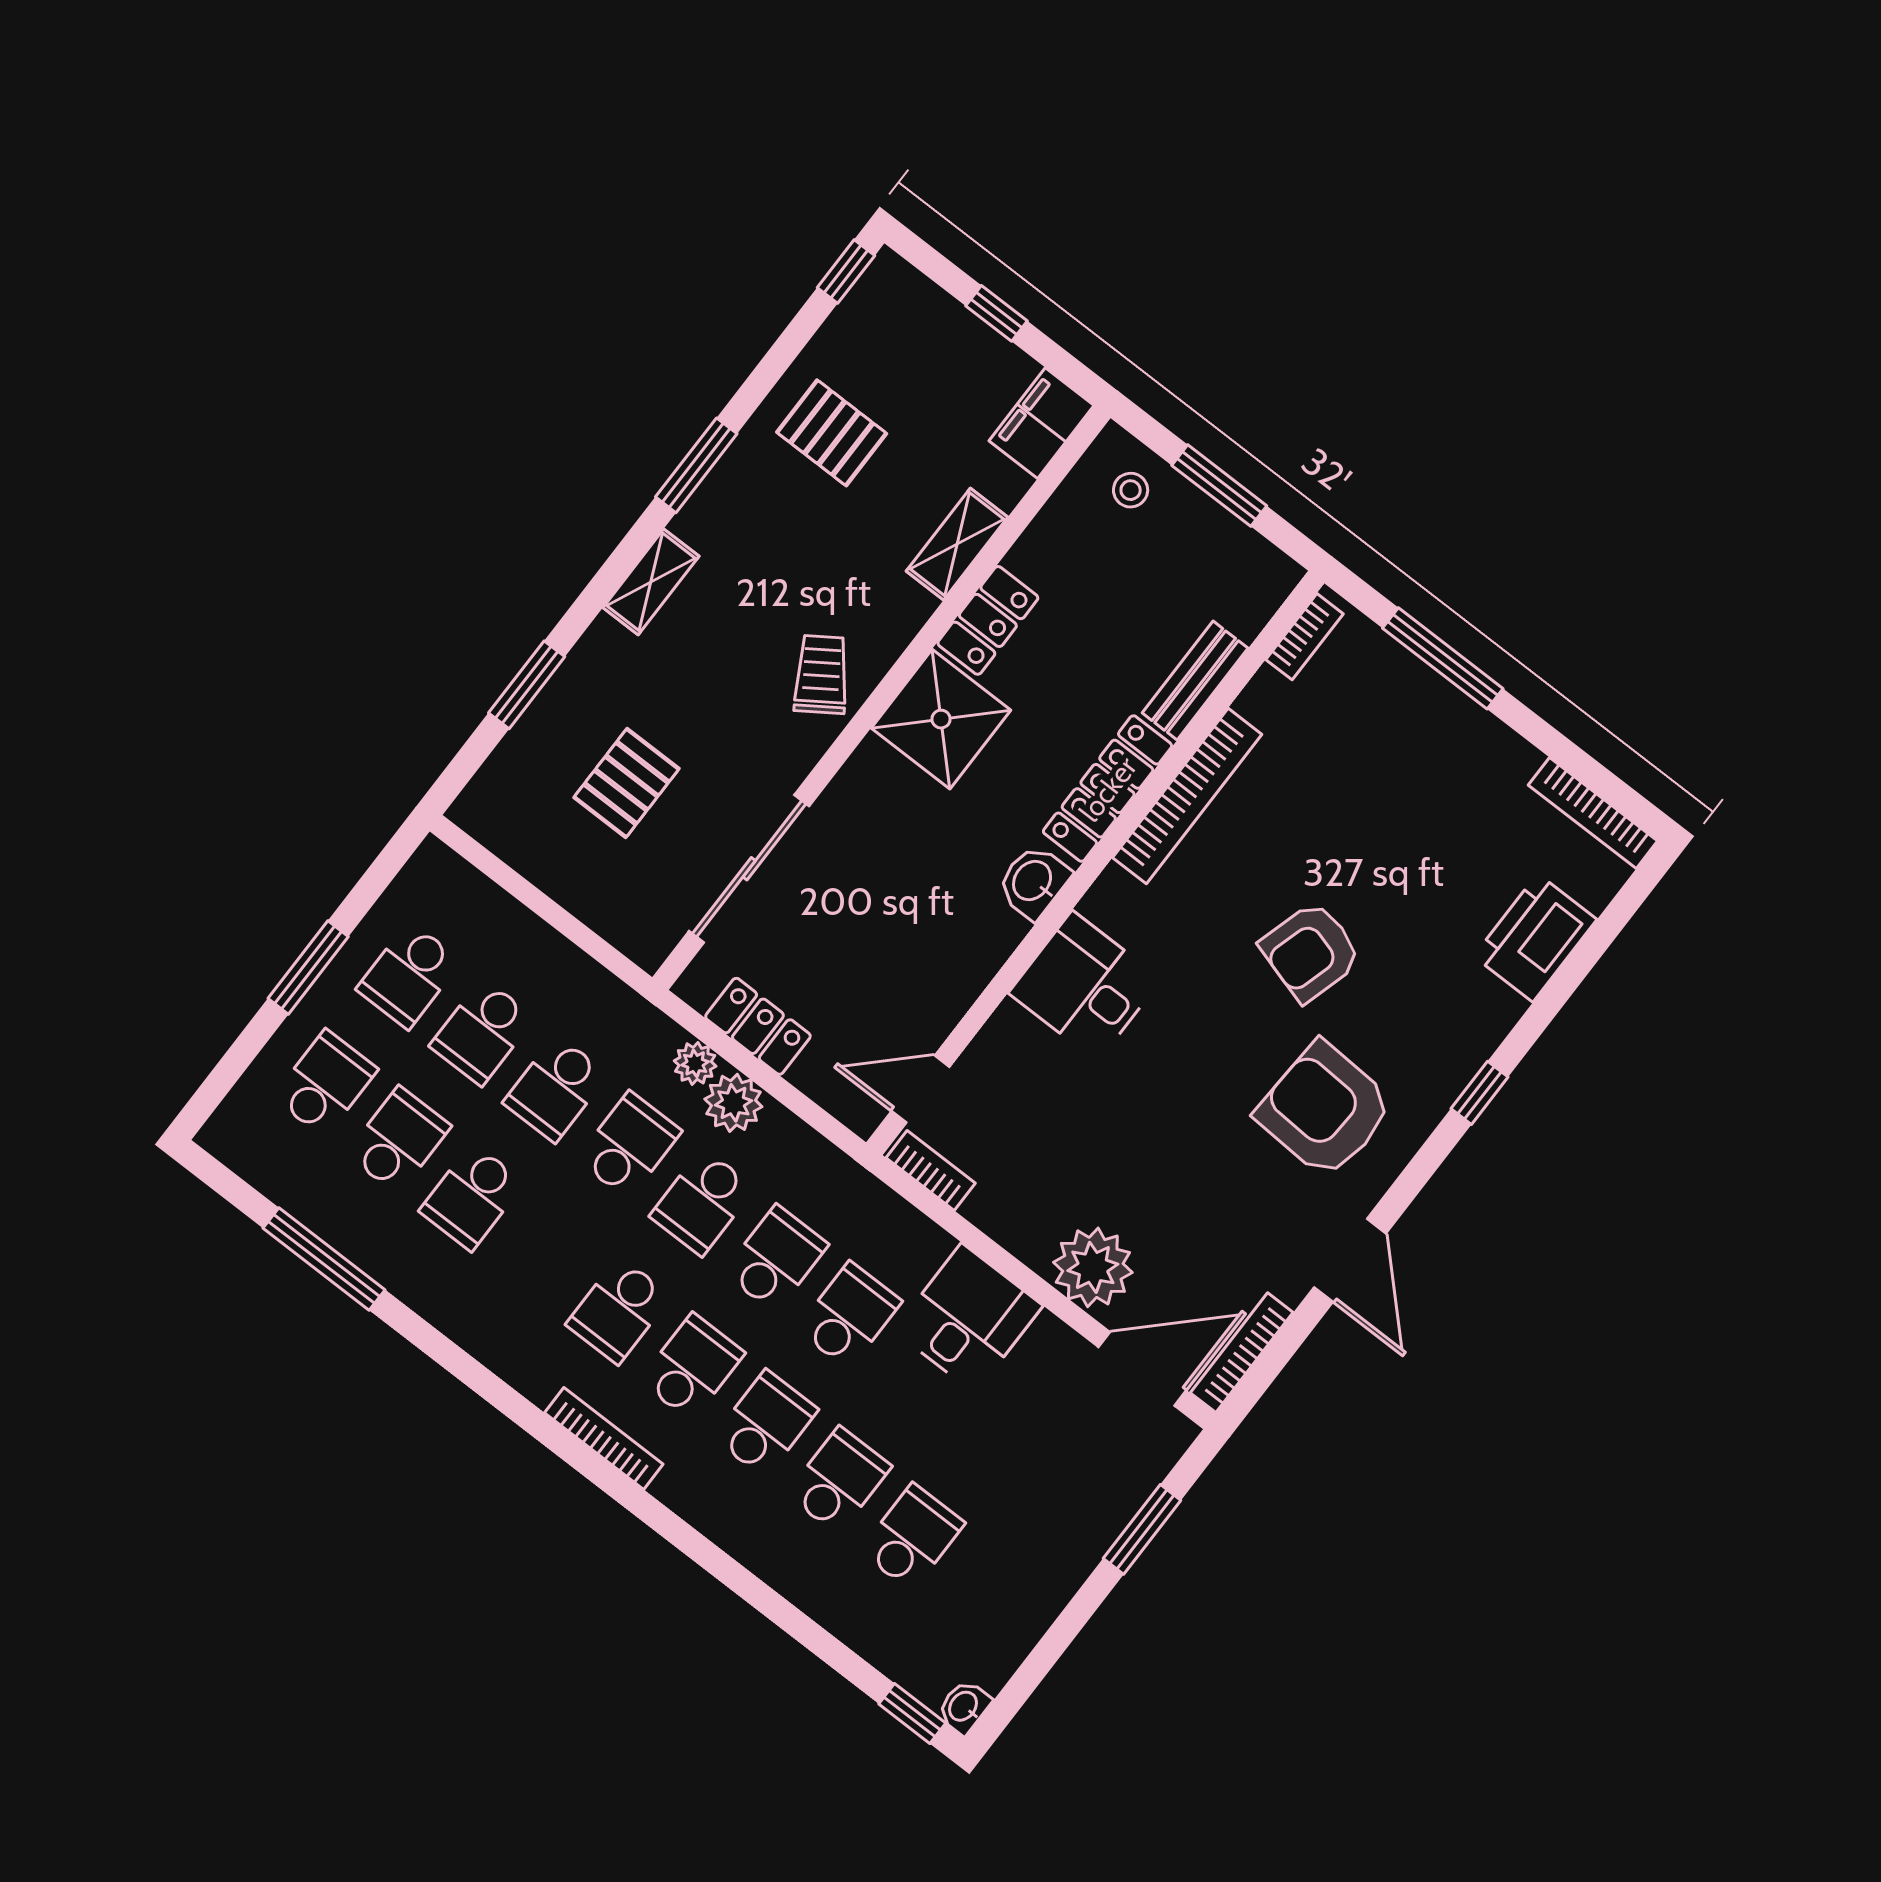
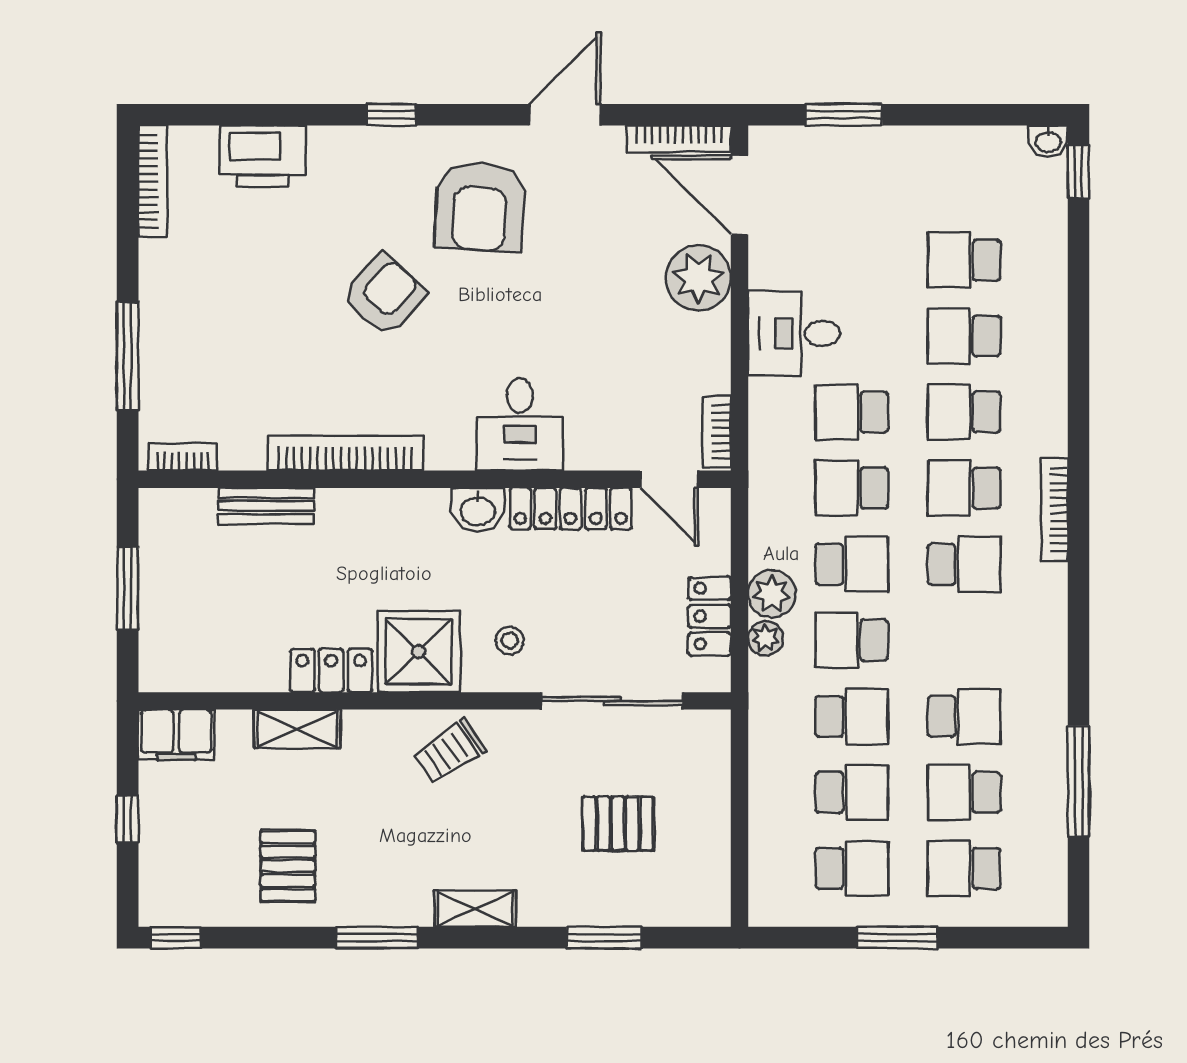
stool: (1131, 490) -> (510, 641), moved
locker: (1108, 789) -> (571, 509), moved
armchair: (1311, 952) -> (384, 295), turned -64

